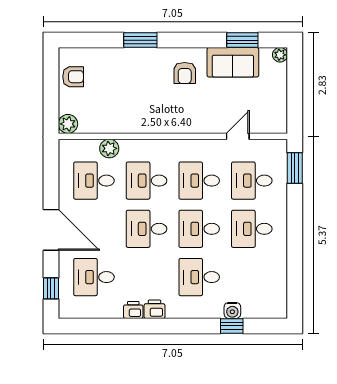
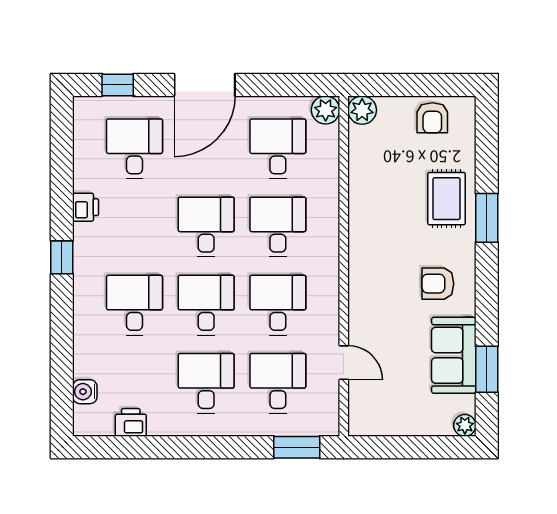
rug: (127, 67) -> (446, 199), added
plant: (109, 148) -> (326, 110), moved
printer: (155, 309) -> (131, 422), moved, turned -90
water cooler: (232, 310) -> (85, 392), moved
window: (232, 326) -> (62, 257), moved

